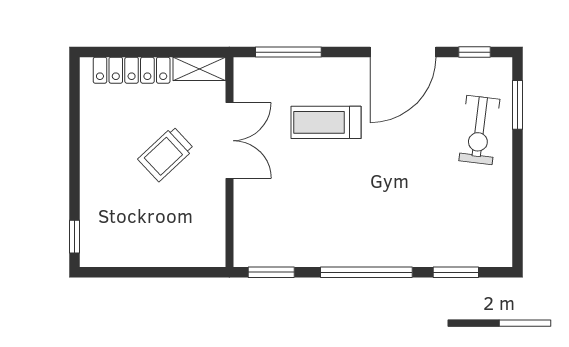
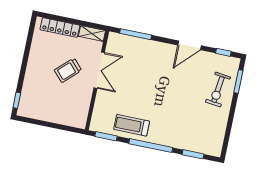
door: (403, 52) -> (190, 45), width x0.73
treadmill: (326, 122) -> (132, 125), moved

